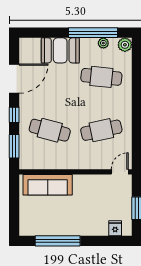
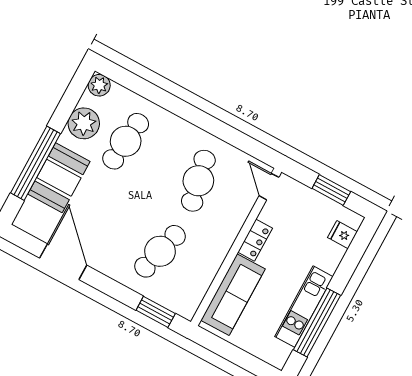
window: (93, 33) -> (36, 163), moved
plant: (103, 43) -> (84, 123), width x1.88, depth x1.88
window: (14, 115) -> (113, 288), removed
locker: (85, 181) -> (255, 240), added
kitchen unit: (63, 228) -> (304, 307), added

